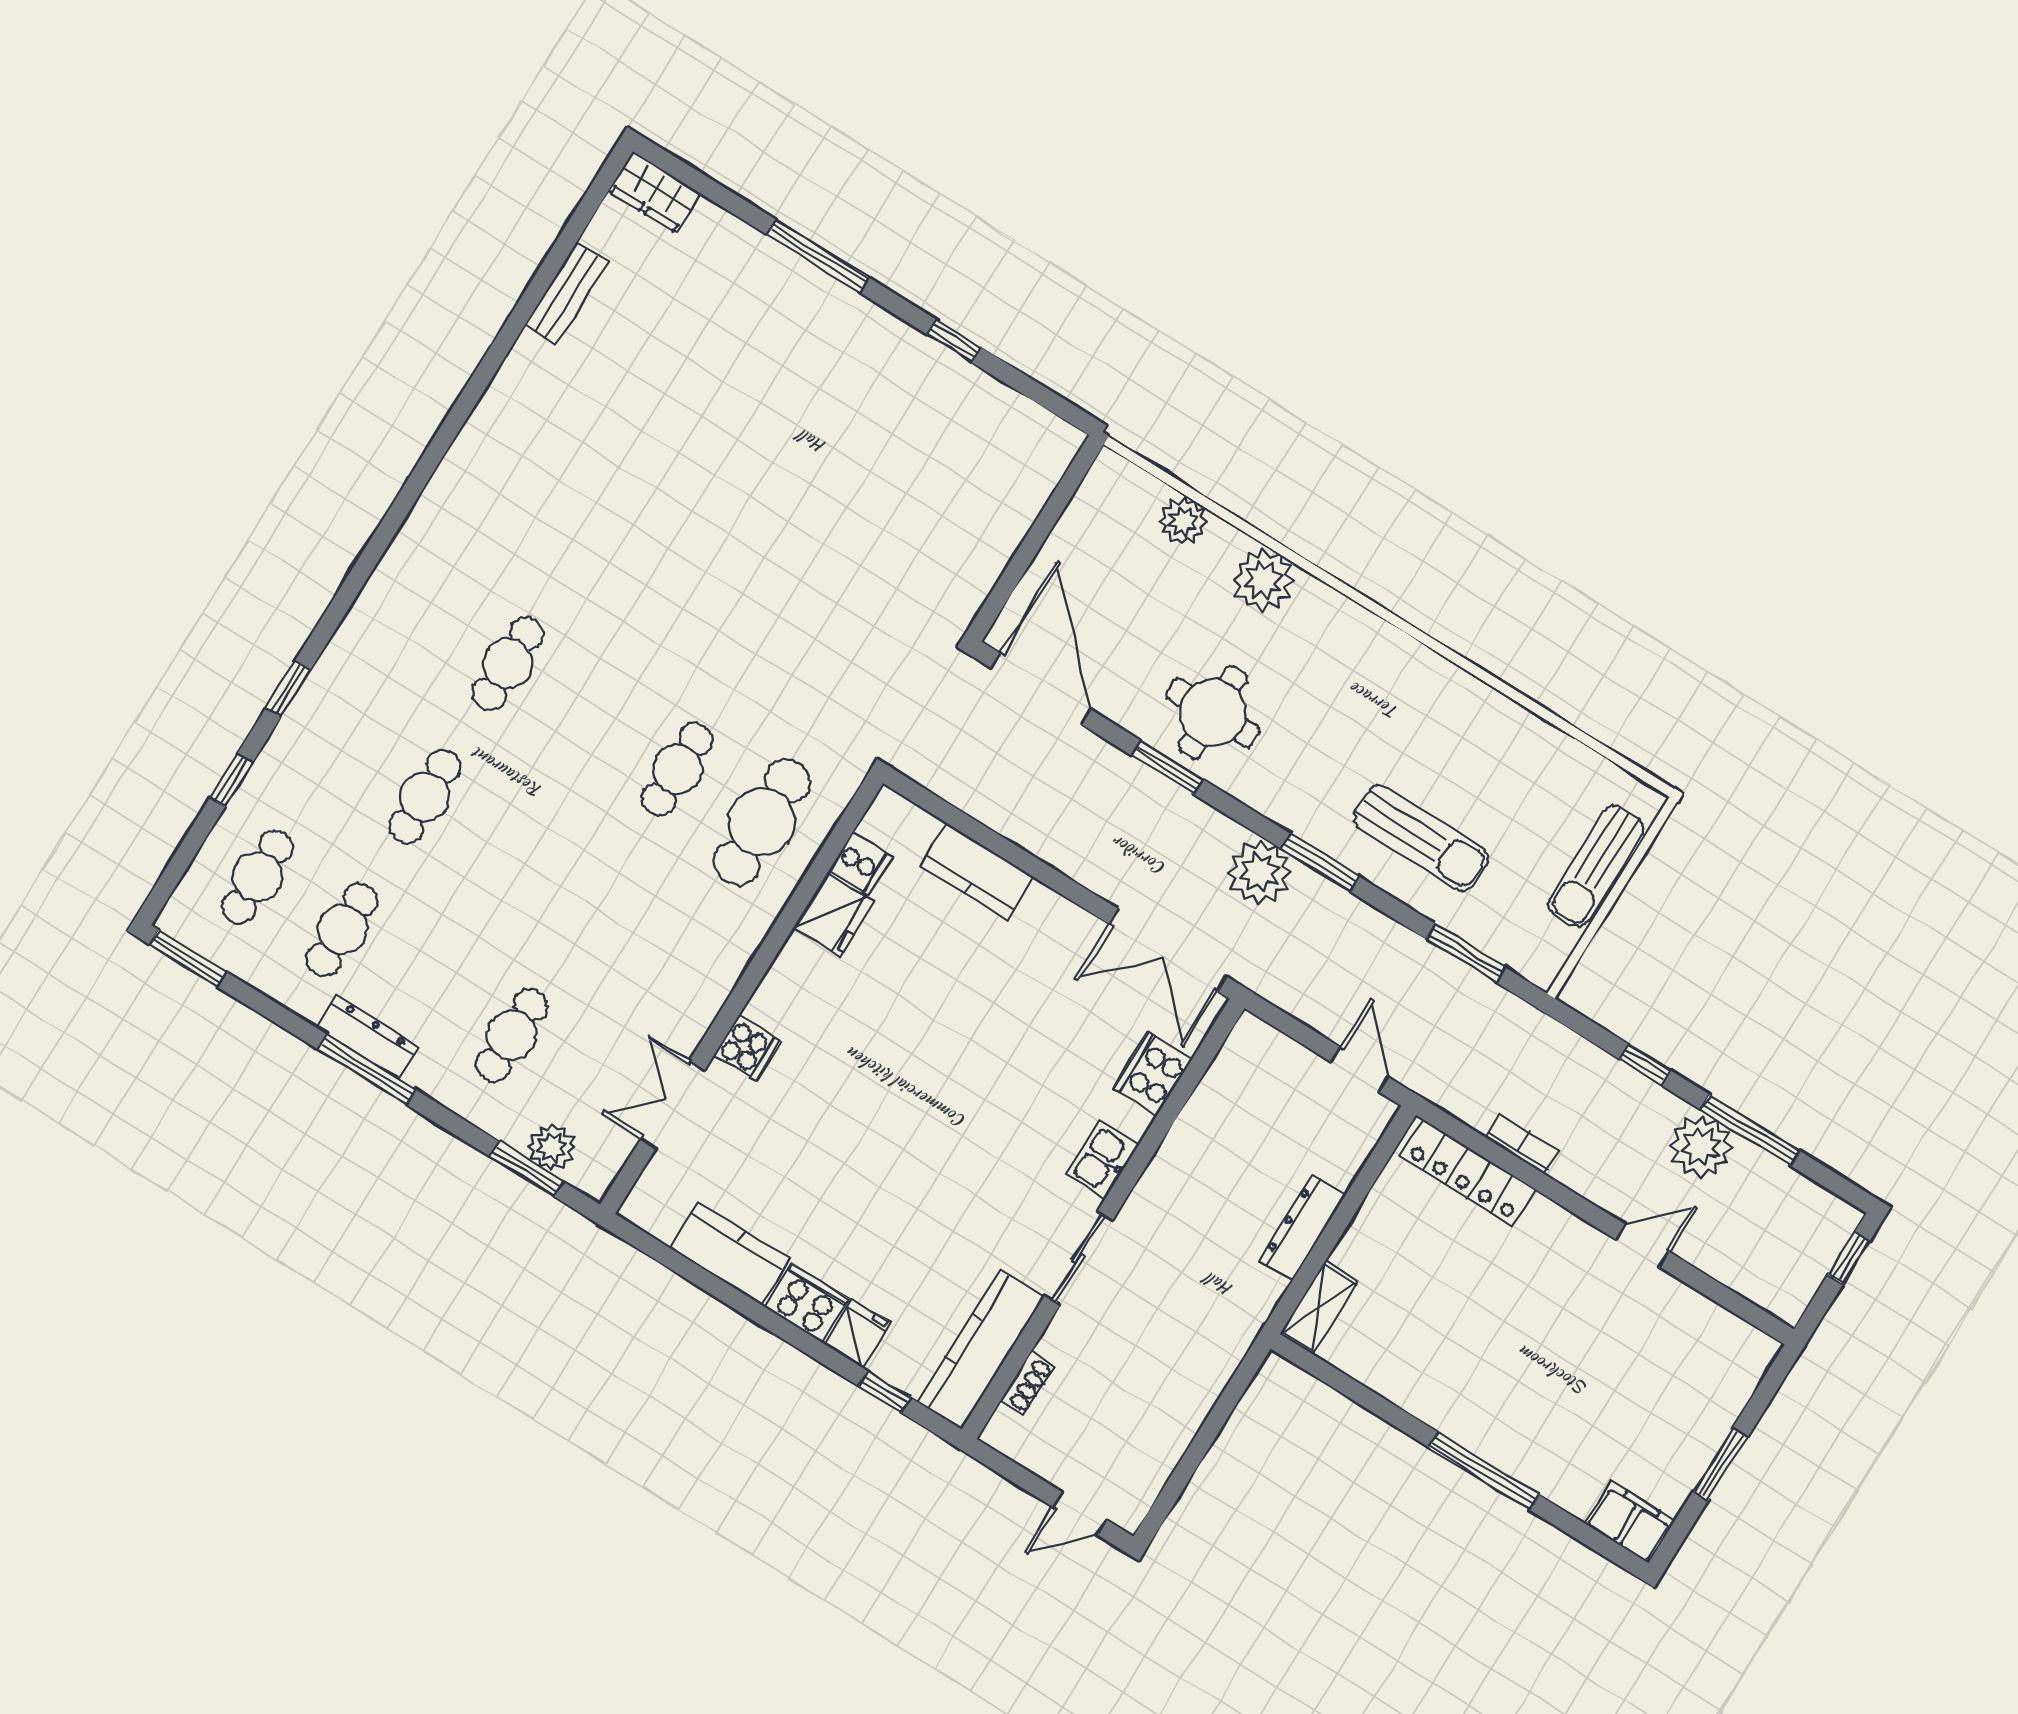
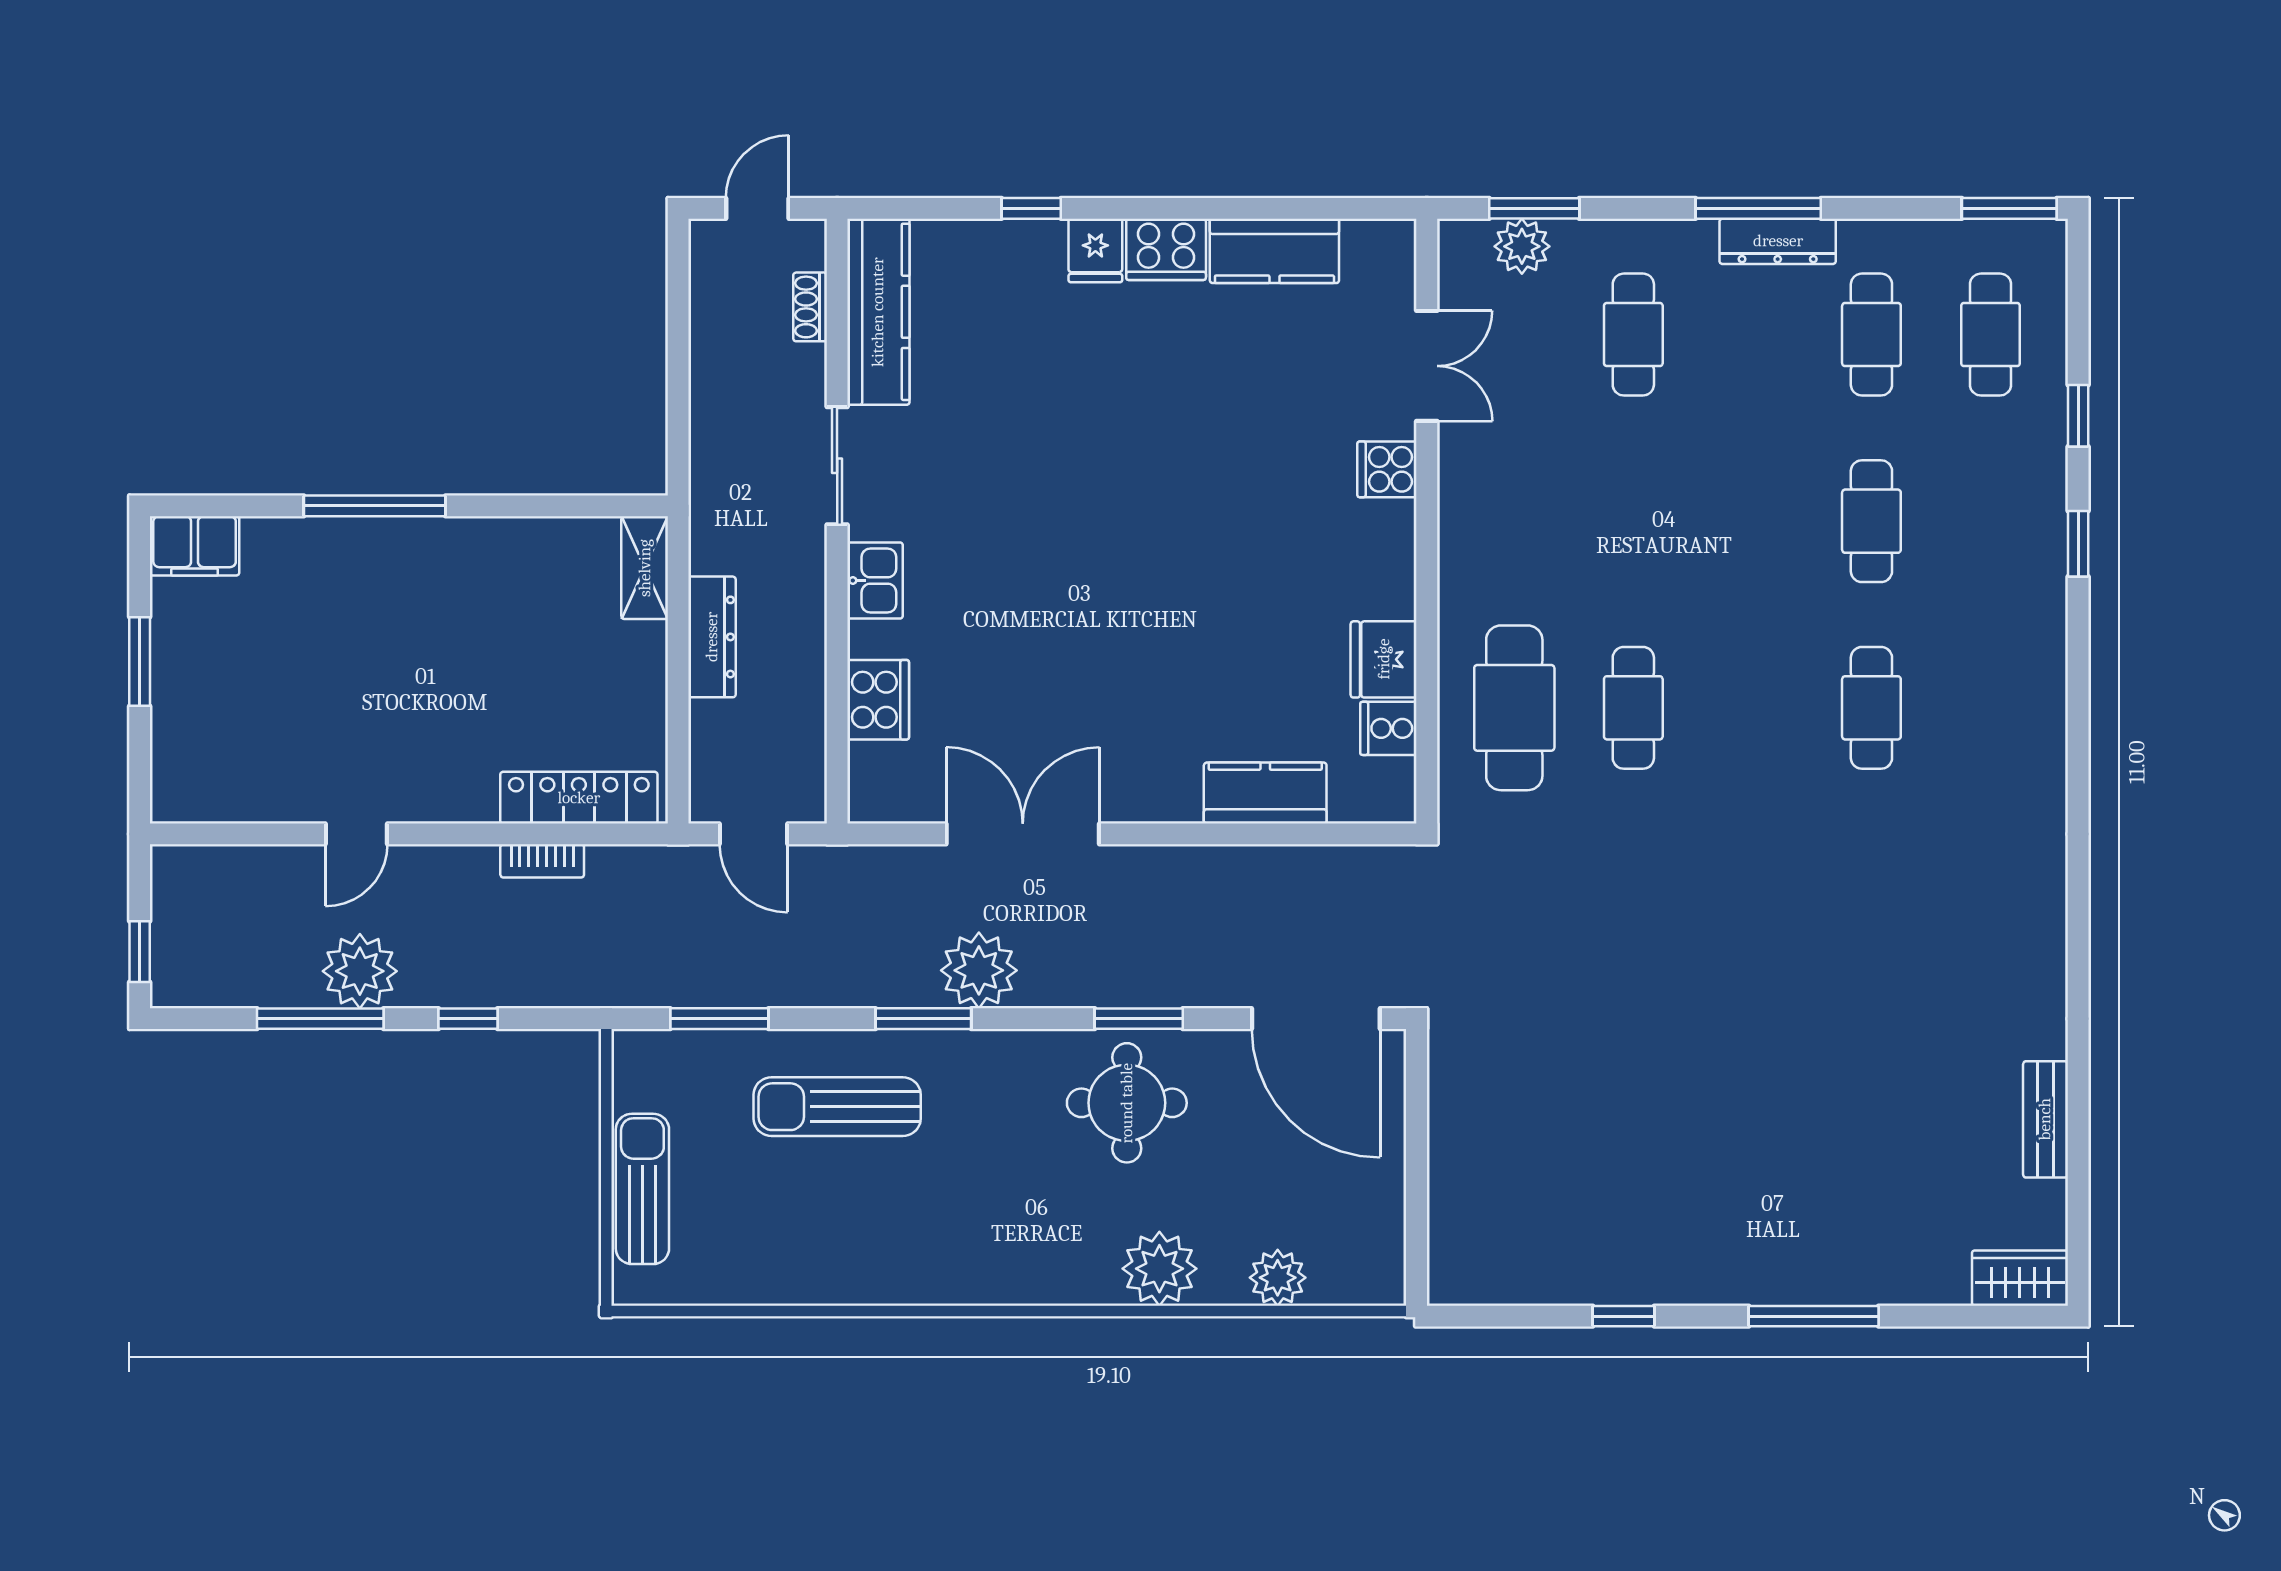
cooker: (1153, 1074) -> (878, 700), moved
kitchen sink: (1102, 1160) -> (875, 580), moved
wall: (1103, 1219) -> (837, 521), moved
sliding door: (1079, 1258) -> (837, 466), moved
kitchen counter: (981, 1350) -> (878, 312), moved
shoe rack: (1027, 1383) -> (810, 307), moved

